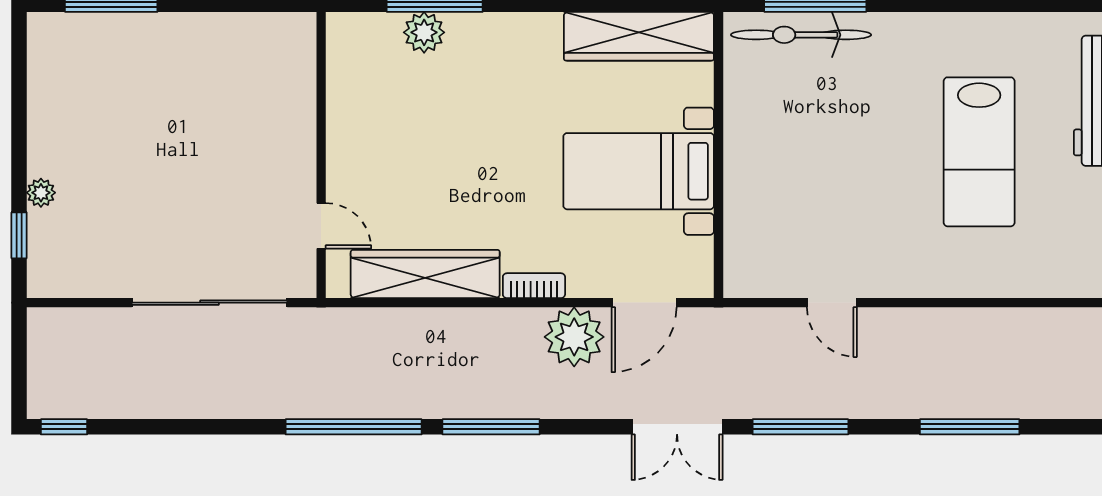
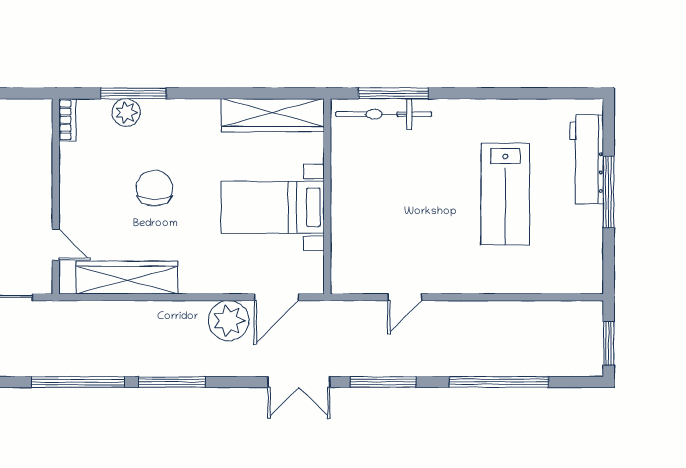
chair: (466, 143) -> (154, 188), added
bookcase: (534, 286) -> (67, 120), moved, turned 90
door: (832, 303) -> (405, 297), hinge flipped
window: (970, 427) -> (499, 382), width x1.46

